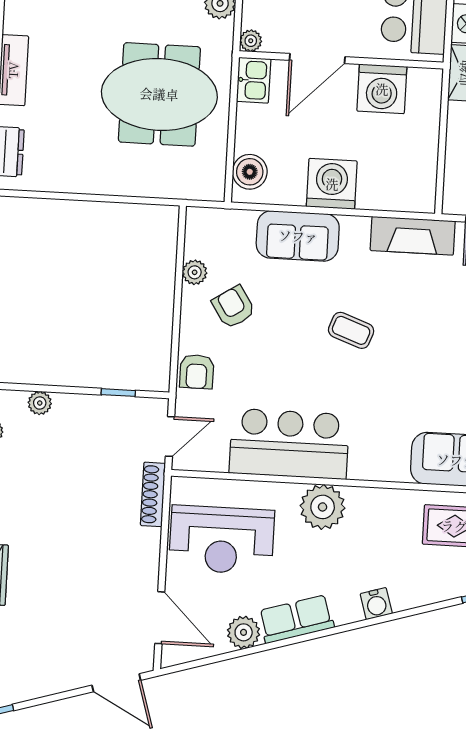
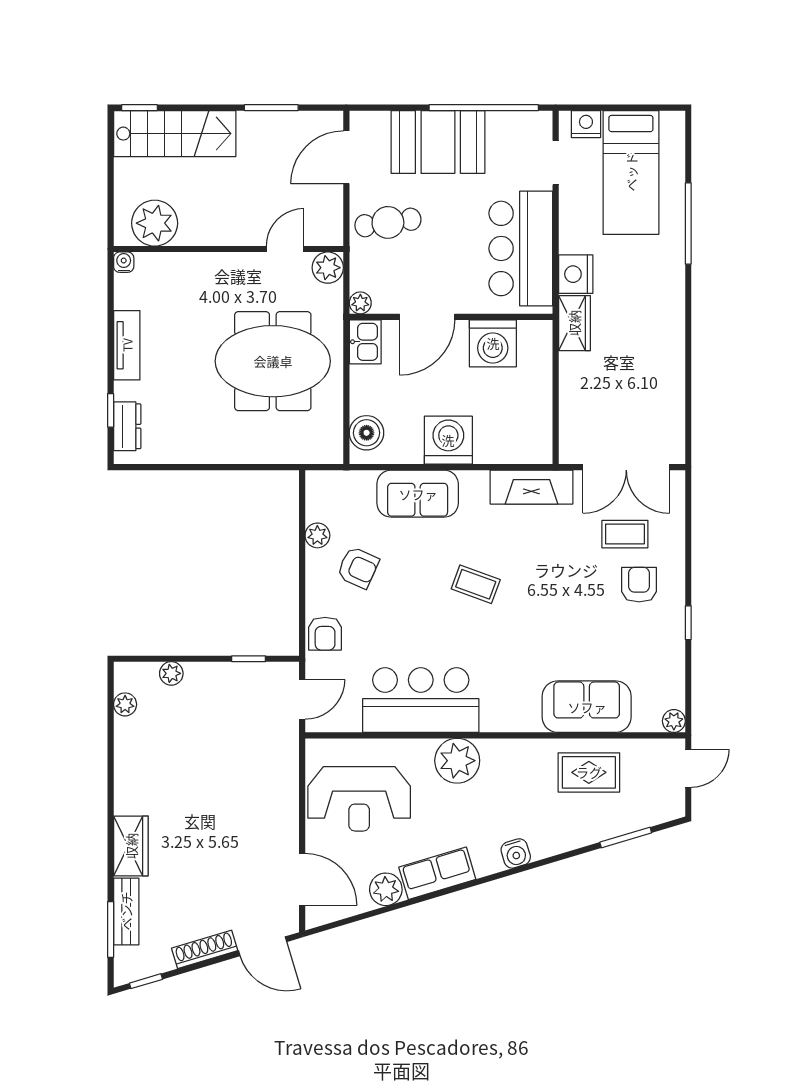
armchair: (234, 307) -> (358, 568), turned 147
shoe rack: (153, 494) -> (205, 949), moved, turned 73

